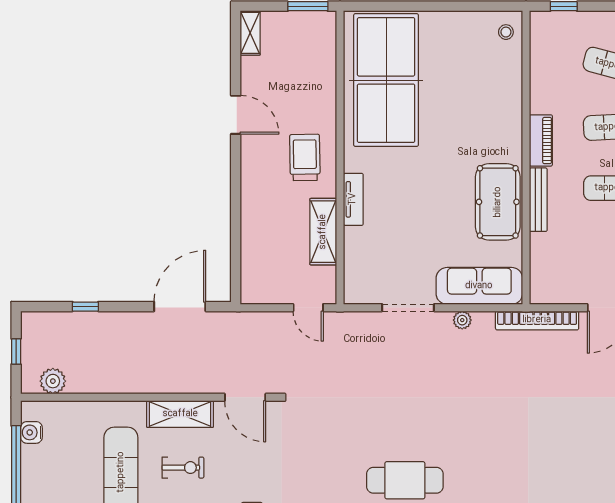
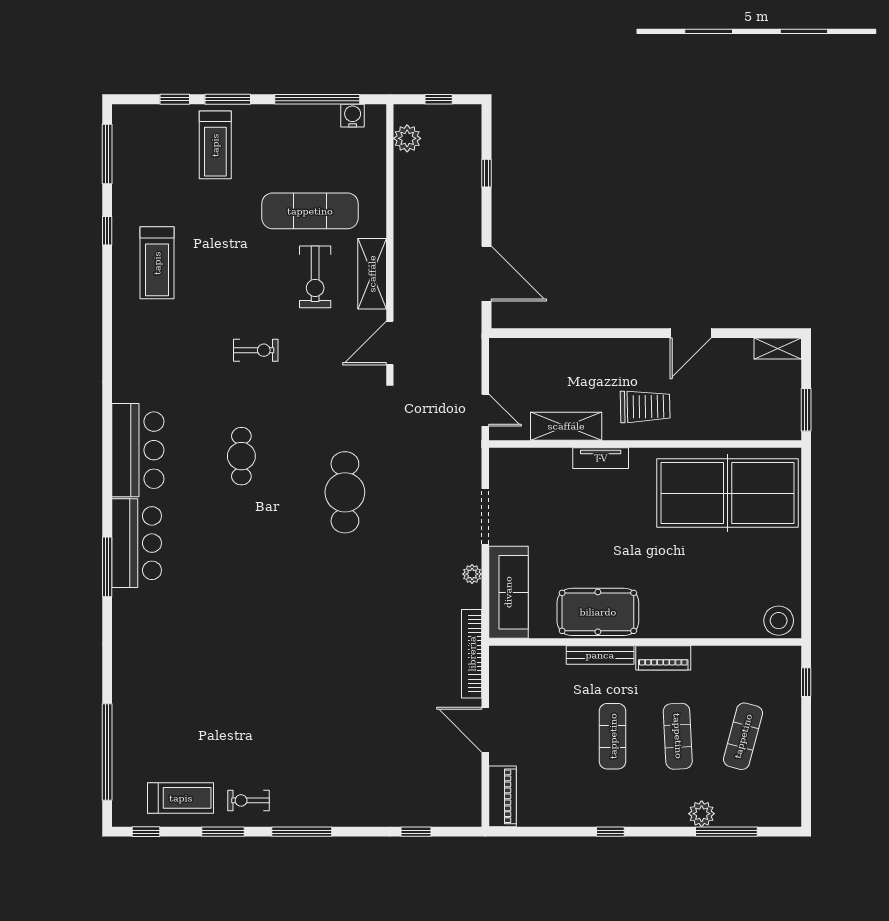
stool: (506, 32) -> (779, 621), width x1.89, depth x1.89
door: (308, 308) -> (485, 410), swing flipped
exercise bike: (183, 468) -> (315, 277), width x1.38, depth x1.39
cafe table: (405, 480) -> (345, 492), moved

